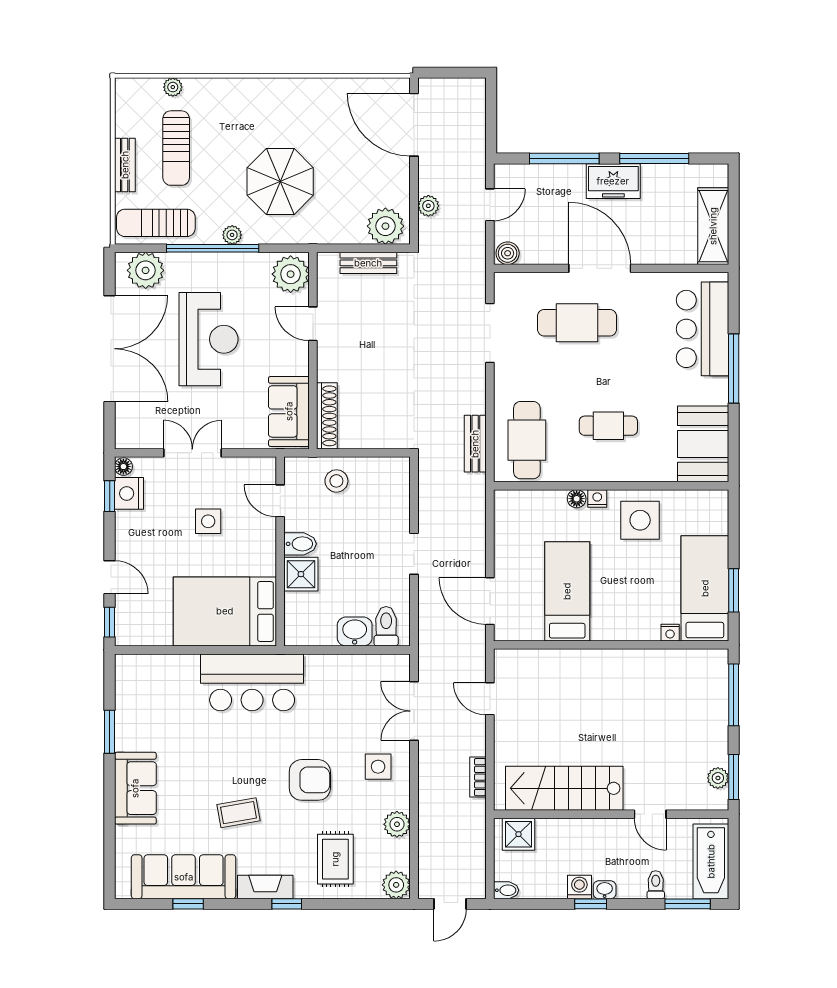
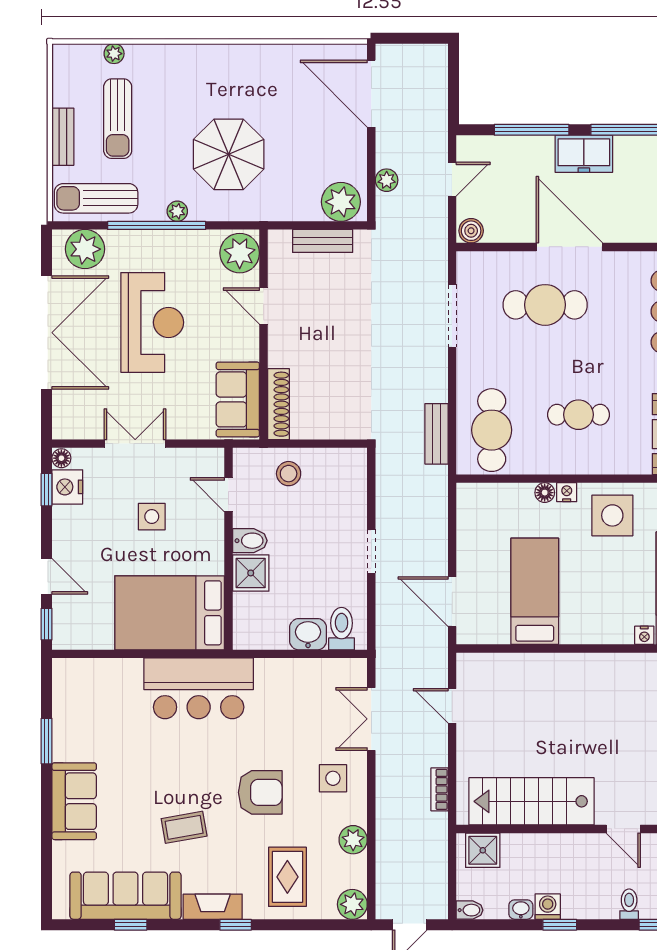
washbasin: (605, 890) -> (521, 910), moved

